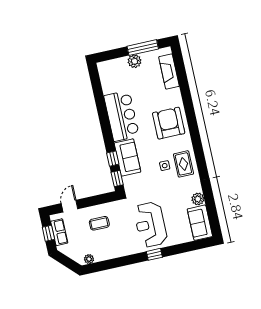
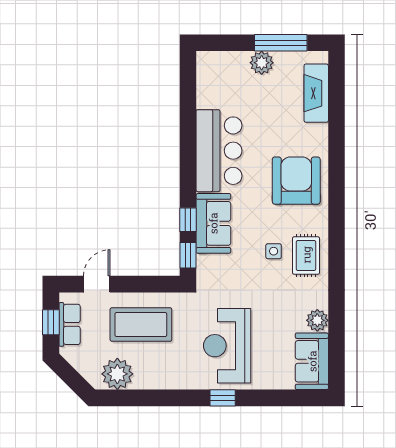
coffee table: (99, 223) -> (141, 325), width x1.86, depth x1.72
plant: (89, 259) -> (117, 374), width x1.88, depth x1.88

